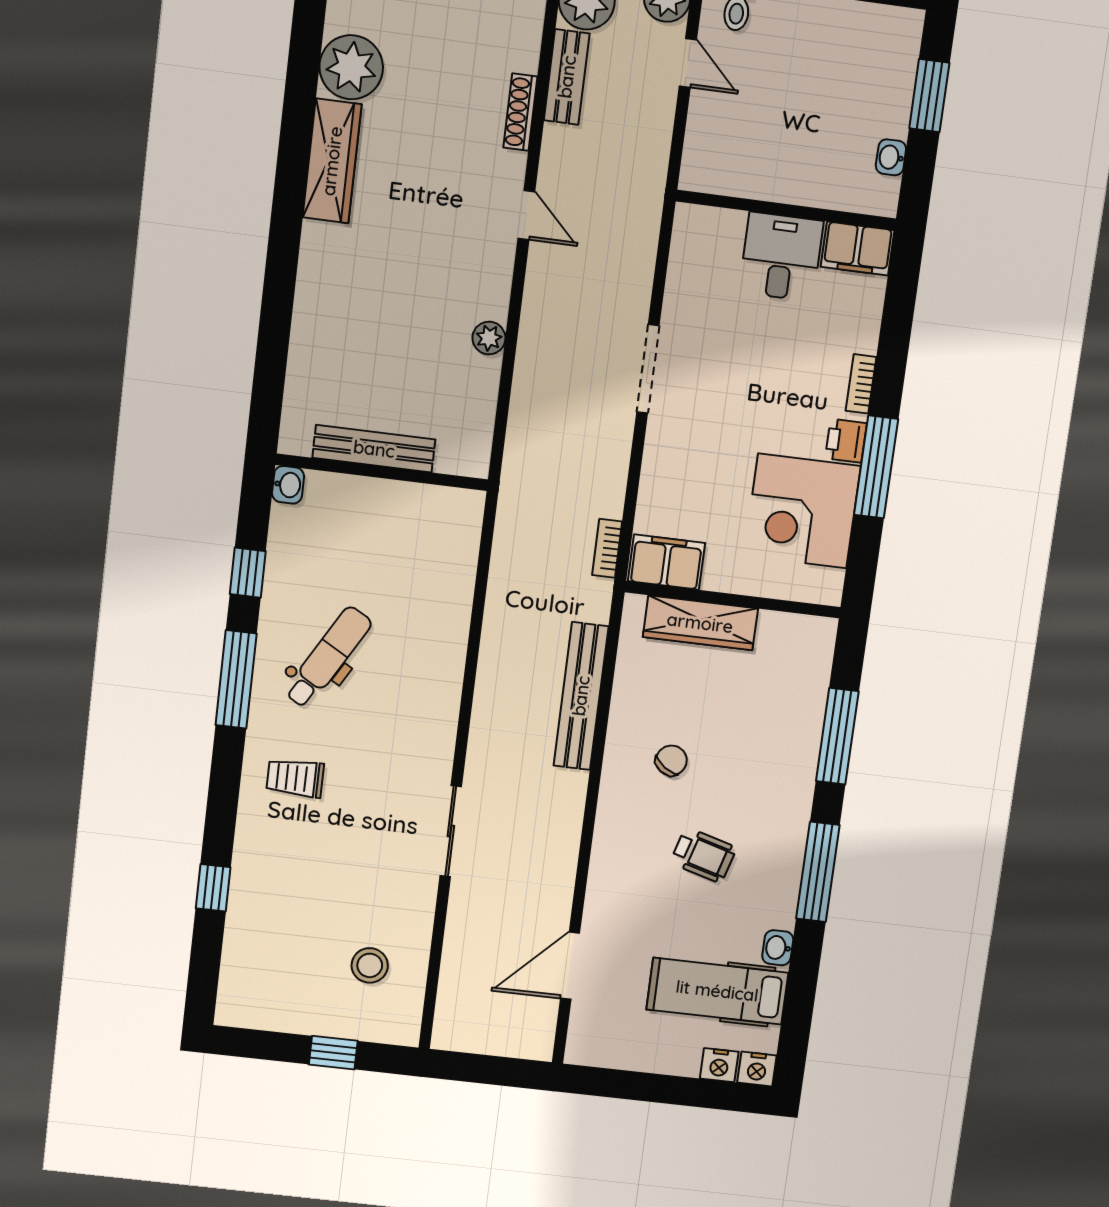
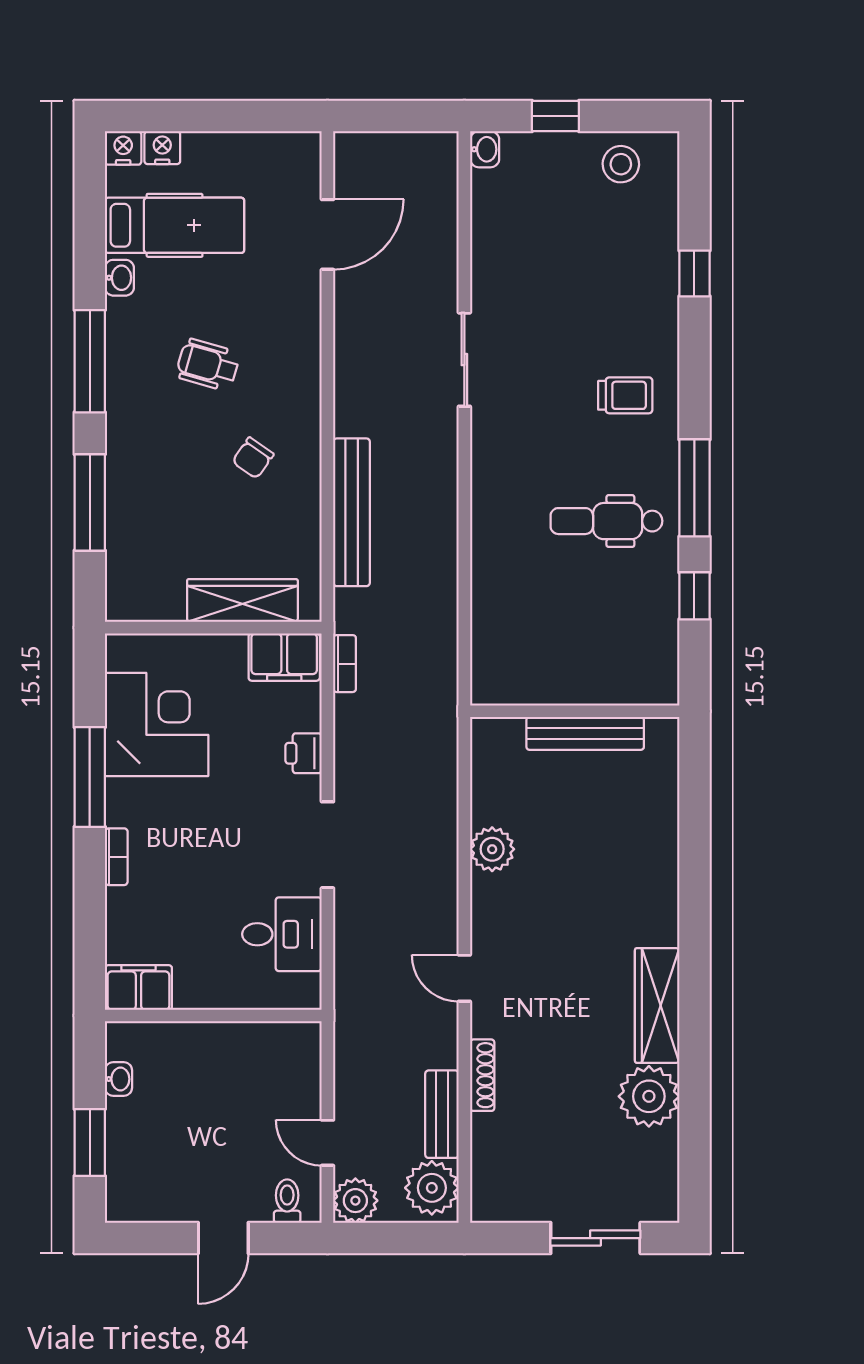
desk: (781, 257) -> (282, 934), moved, turned -90
plant: (489, 338) -> (492, 849), width x1.38, depth x1.38
printer: (846, 441) -> (304, 753), moved, turned 180
washbasin: (288, 485) -> (485, 149), moved, turned 180
dental chair: (328, 657) -> (606, 521), turned 60
stool: (370, 965) -> (621, 164), moved

